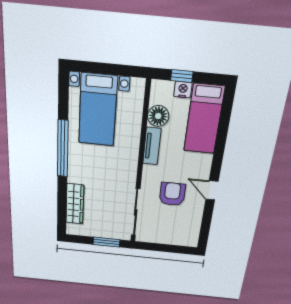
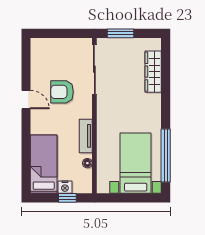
floor lamp: (158, 116) -> (87, 163), width x0.53, depth x0.53
window: (63, 149) -> (166, 156), moved
armchair: (172, 194) -> (62, 92), turned 90

